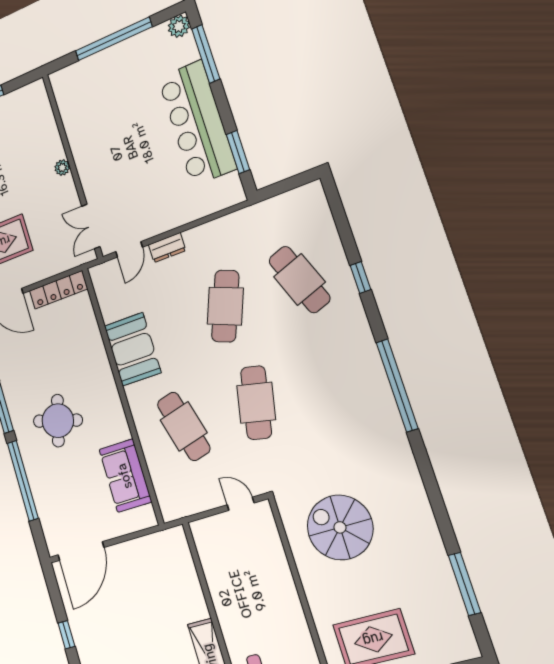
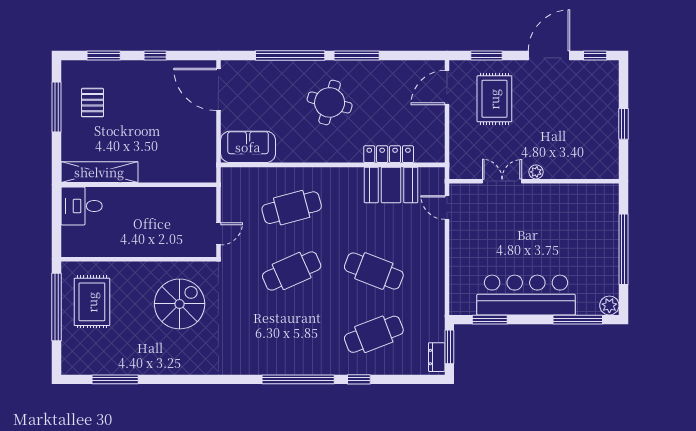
window: (285, 186) -> (449, 347), added
double door: (91, 226) -> (502, 181), moved
dresser: (167, 248) -> (437, 357), moved
locker: (59, 290) -> (389, 154), moved, turned 90
booth: (133, 349) -> (391, 185), moved
window: (397, 385) -> (298, 379), moved
cafe table: (256, 403) -> (292, 271), turned -36
sofa: (125, 476) -> (248, 147), moved

